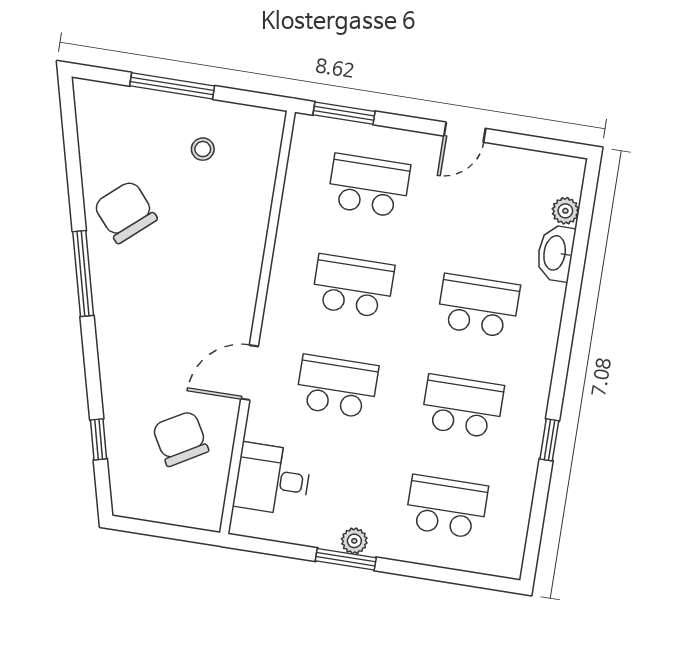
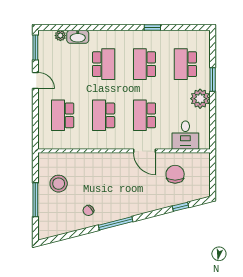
window: (344, 113) -> (35, 47), moved
stool: (203, 149) -> (59, 184), width x1.89, depth x1.89
chair: (125, 212) -> (88, 210), width x0.54, depth x0.54
school desk: (478, 306) -> (104, 64), turned 180
chair: (180, 439) -> (175, 174), turned 120
plant: (354, 541) -> (200, 99), width x1.88, depth x1.88
window: (346, 559) -> (213, 79), moved

